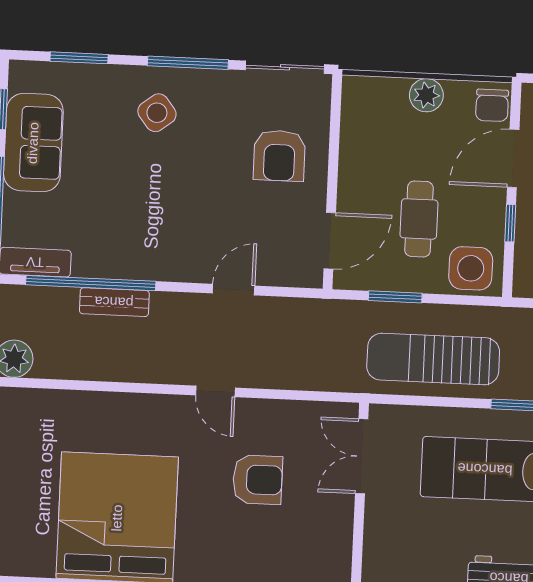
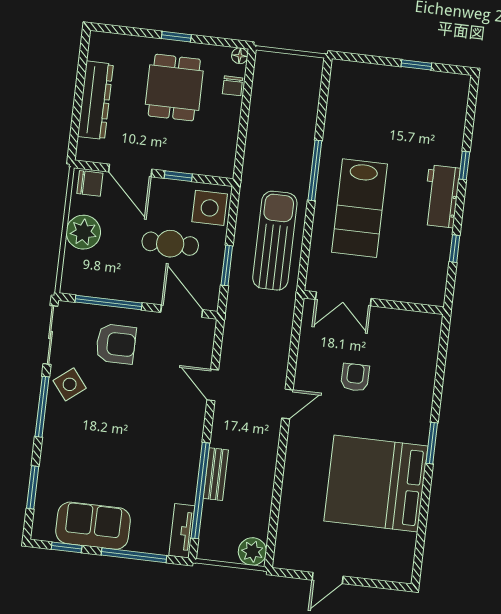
plant: (426, 95) -> (83, 232), width x1.36, depth x1.36
side table: (157, 113) -> (70, 384), moved
window: (334, 142) -> (108, 302), added
sun lounger: (433, 359) -> (275, 241), turned 180
armchair: (258, 480) -> (355, 377), width x0.72, depth x0.72

